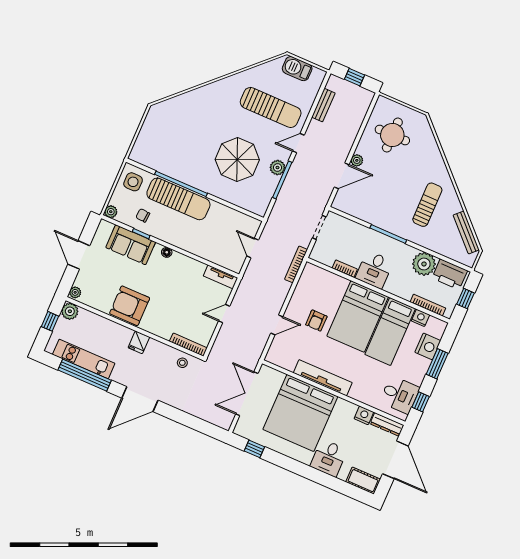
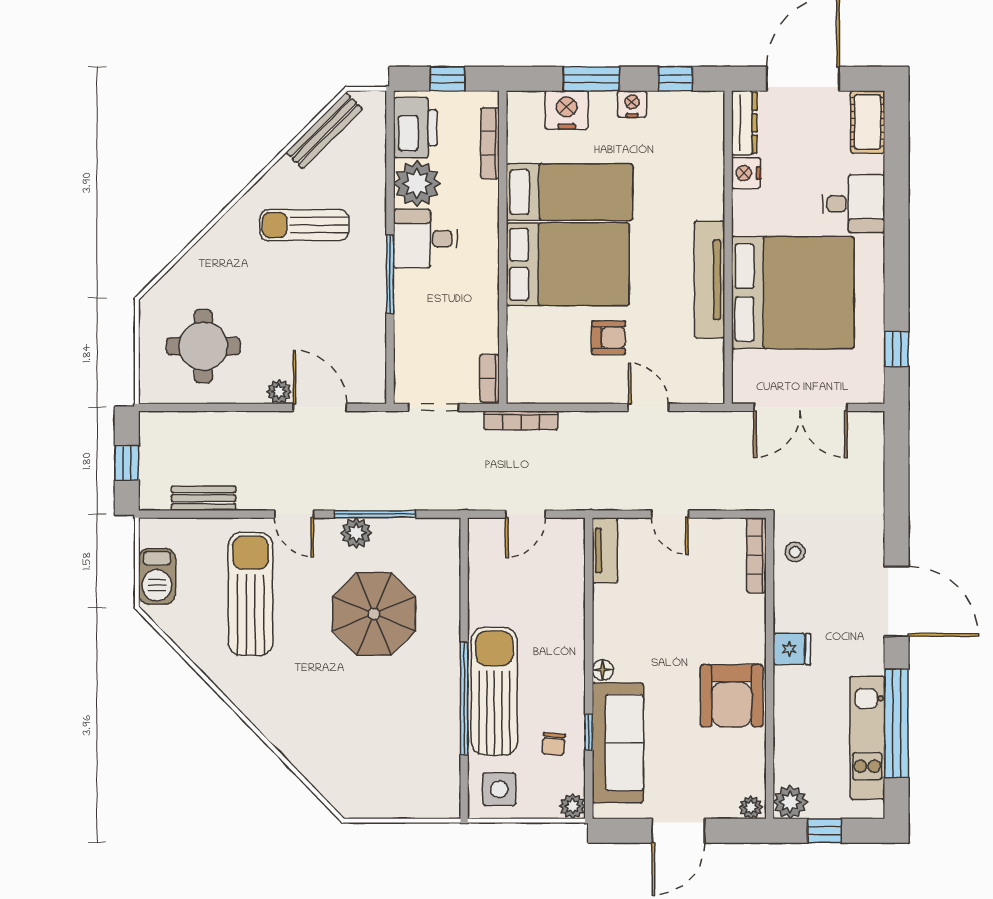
sofa: (131, 245) -> (618, 743), width x1.36
bookcase: (345, 269) -> (490, 378), moved
desk: (374, 270) -> (425, 239), moved, turned 180
nightstand: (420, 318) -> (632, 104), moved, turned 90
desk: (400, 395) -> (679, 123), removed

